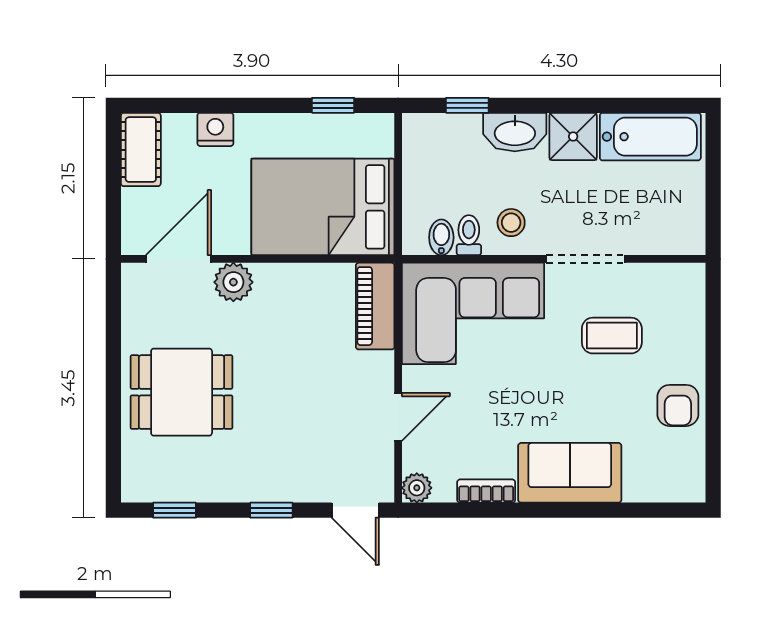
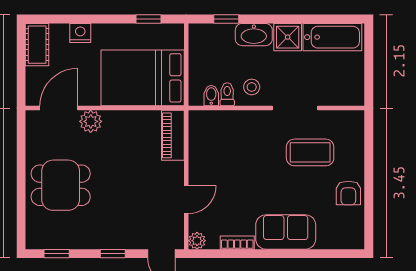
corner sofa: (473, 313) -> (230, 140), removed
coffee table: (612, 336) -> (310, 152), width x1.36, depth x1.30

